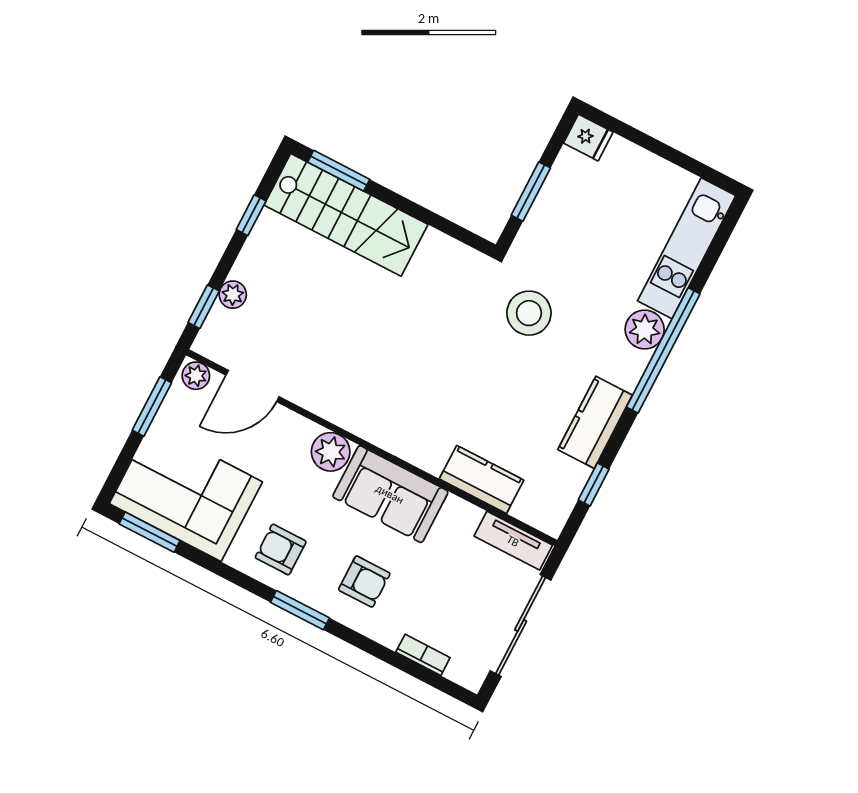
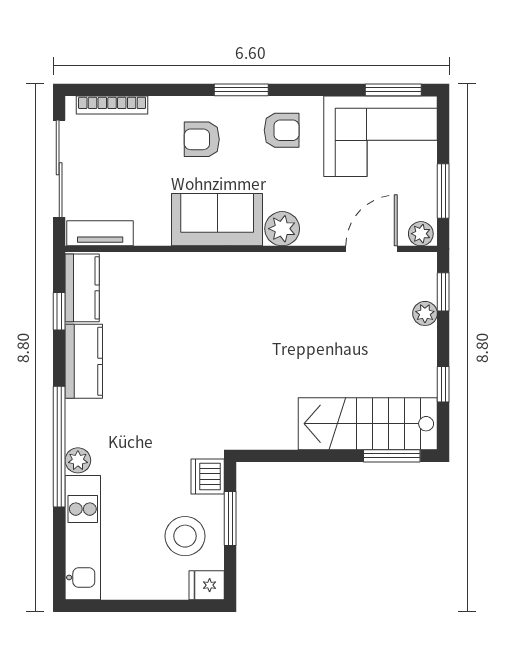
dishwasher: (532, 245) -> (208, 477), added
stool: (529, 313) -> (185, 536), moved
plant: (645, 330) -> (78, 460), width x0.73, depth x0.73
kitchen counter: (482, 480) -> (82, 288), moved, turned -90
bookcase: (423, 655) -> (112, 105), width x1.56

